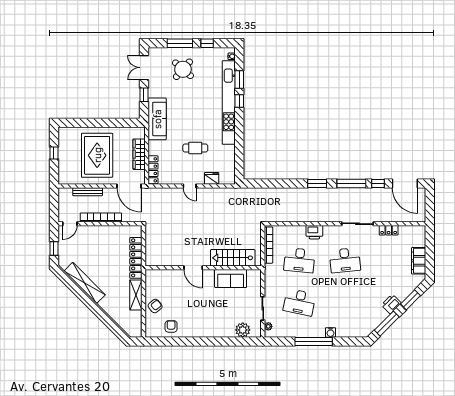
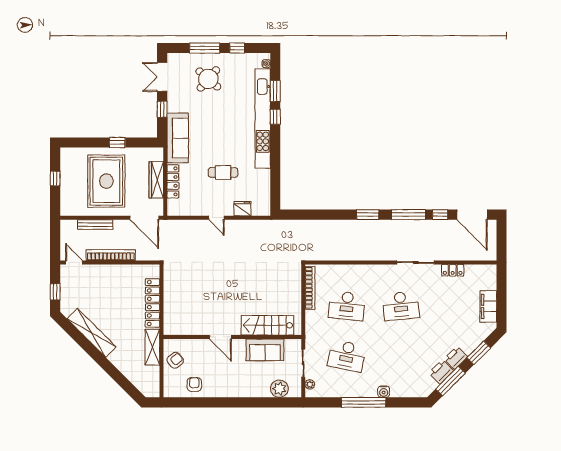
window: (106, 123) -> (117, 143), added
locker: (153, 170) -> (173, 181), moved
door: (70, 224) -> (74, 262), swing flipped
printer: (314, 232) -> (441, 372), moved, turned 135
stairs: (233, 258) -> (267, 325), moved
door: (193, 268) -> (220, 337), moved
wall: (203, 268) -> (232, 337), moved
sofa: (231, 278) -> (265, 350), moved

